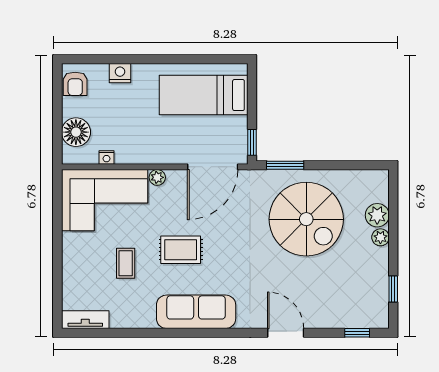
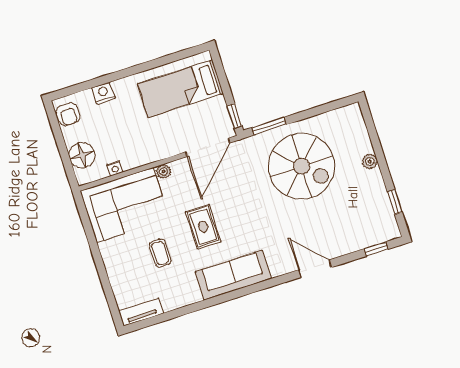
plant: (377, 215) -> (361, 143), removed
rug: (181, 250) -> (203, 227), turned 90

